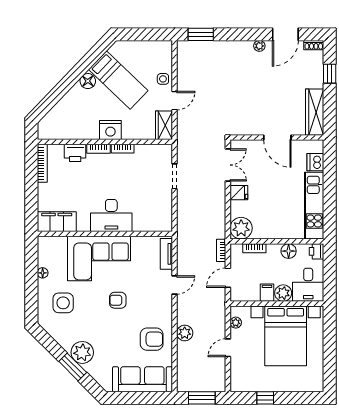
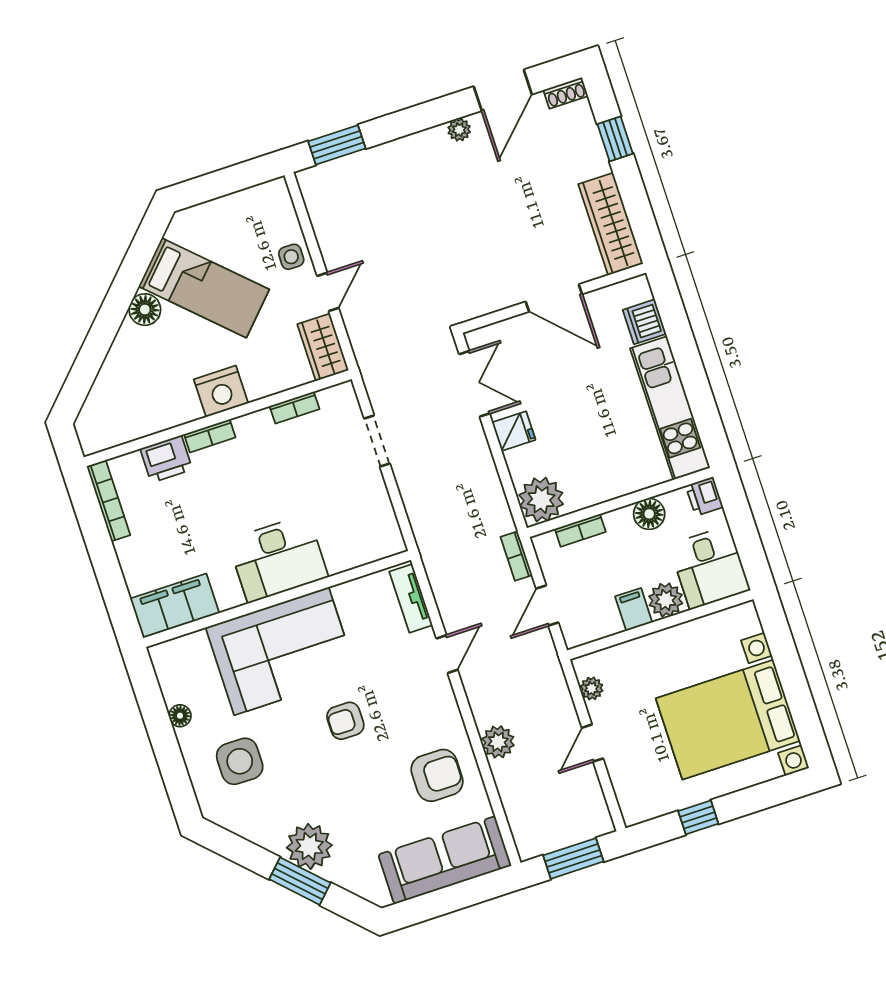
bookcase: (123, 149) -> (295, 408), moved
bed with nightstands: (286, 336) -> (728, 720), moved, turned 90

